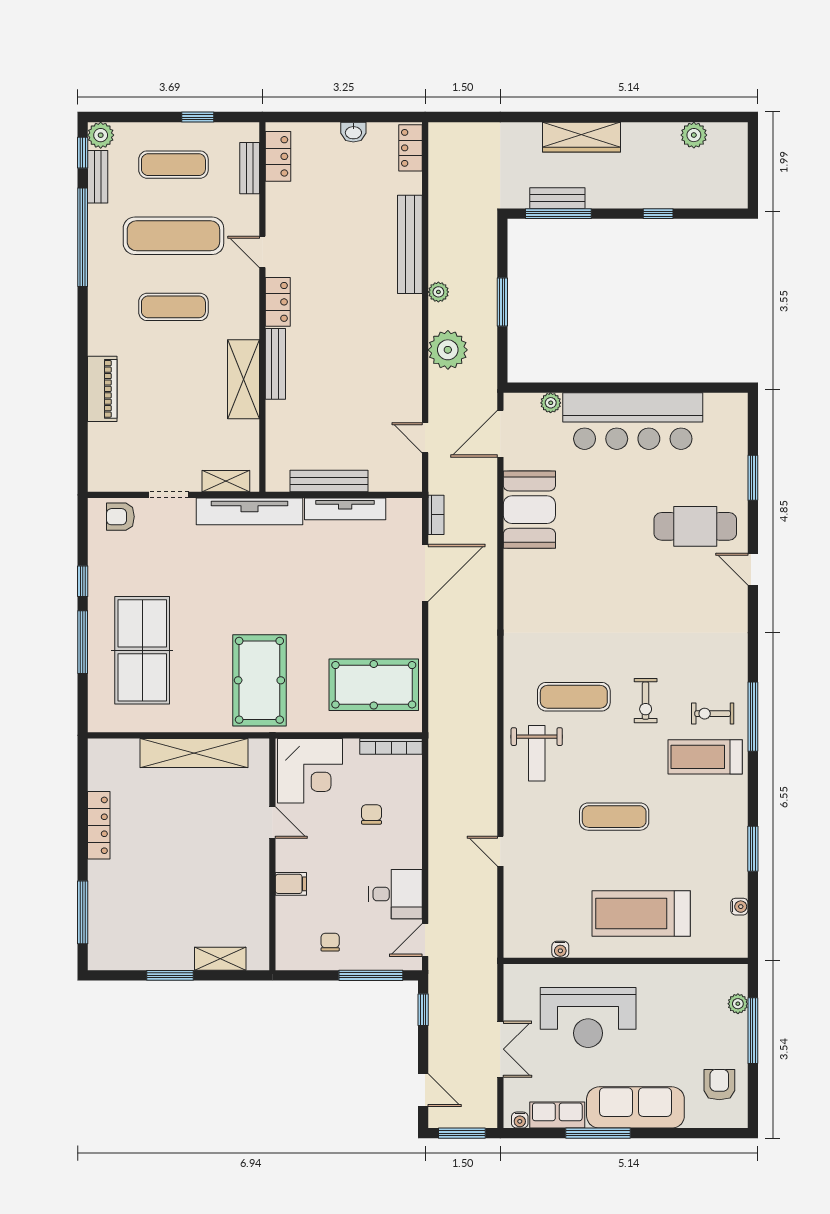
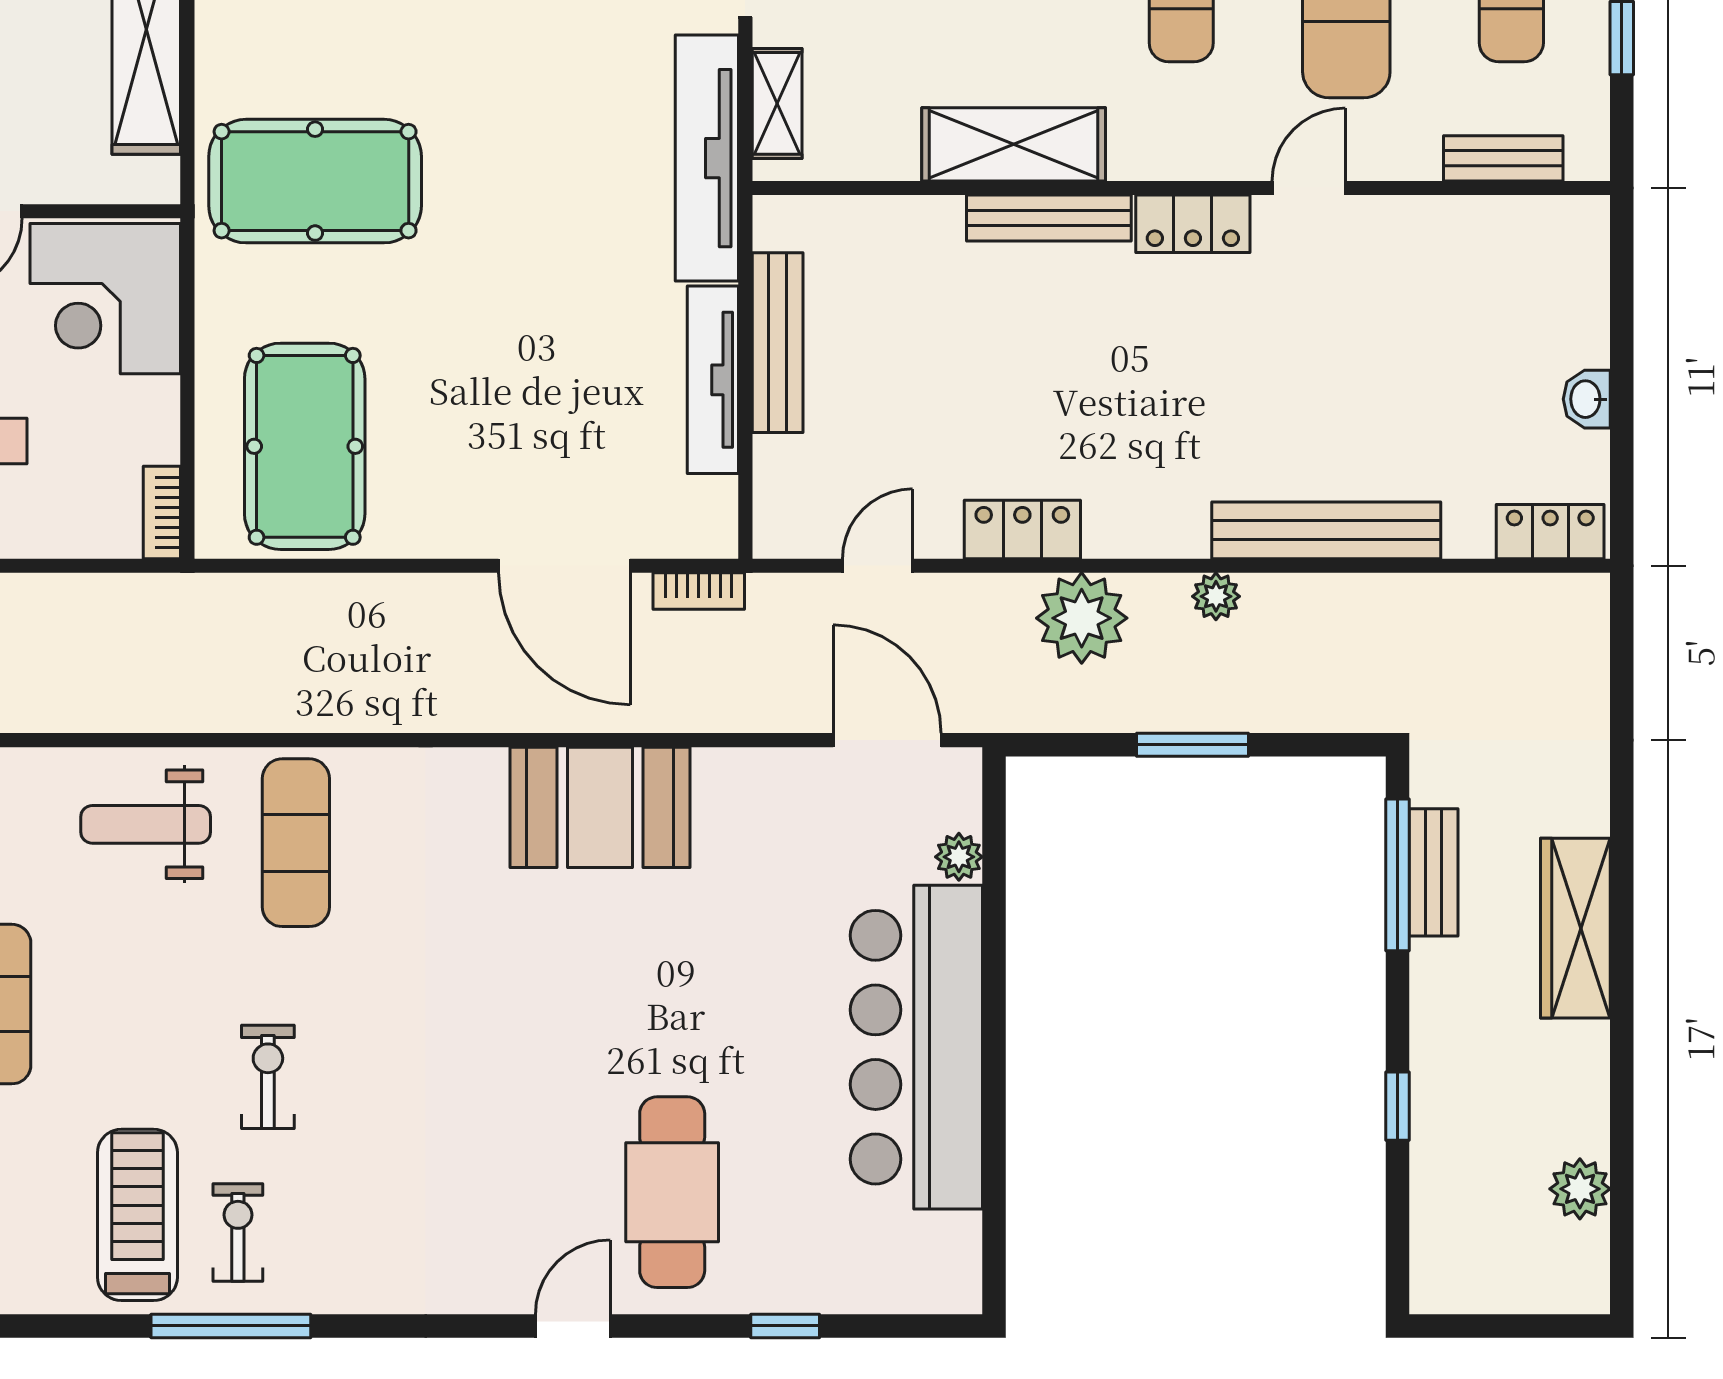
locker: (278, 156) -> (1022, 530), moved, turned 180
window: (753, 478) -> (785, 1326), width x0.67
booth: (529, 510) -> (600, 807), moved
exercise mat: (574, 697) -> (296, 843), moved
exercise bike: (646, 701) -> (268, 1077), turned 90
bookcase: (391, 746) -> (162, 512), width x0.64

